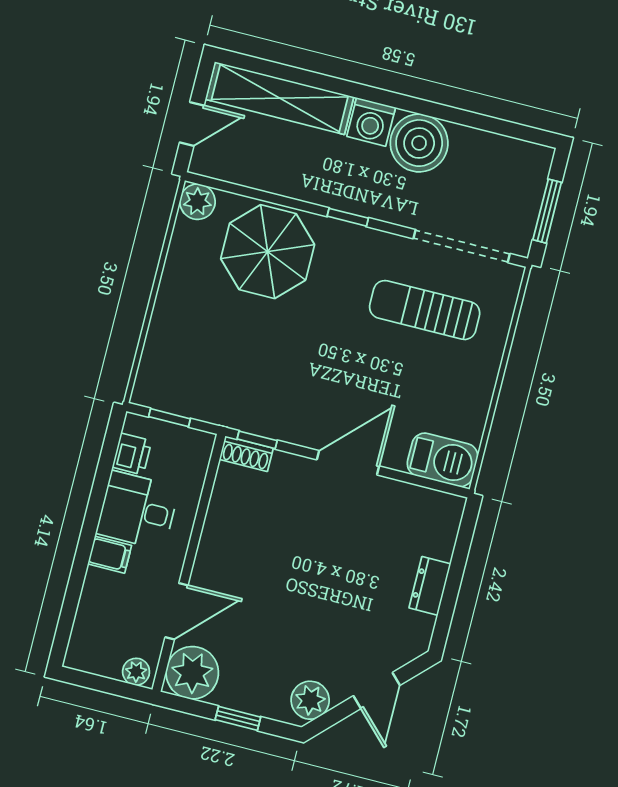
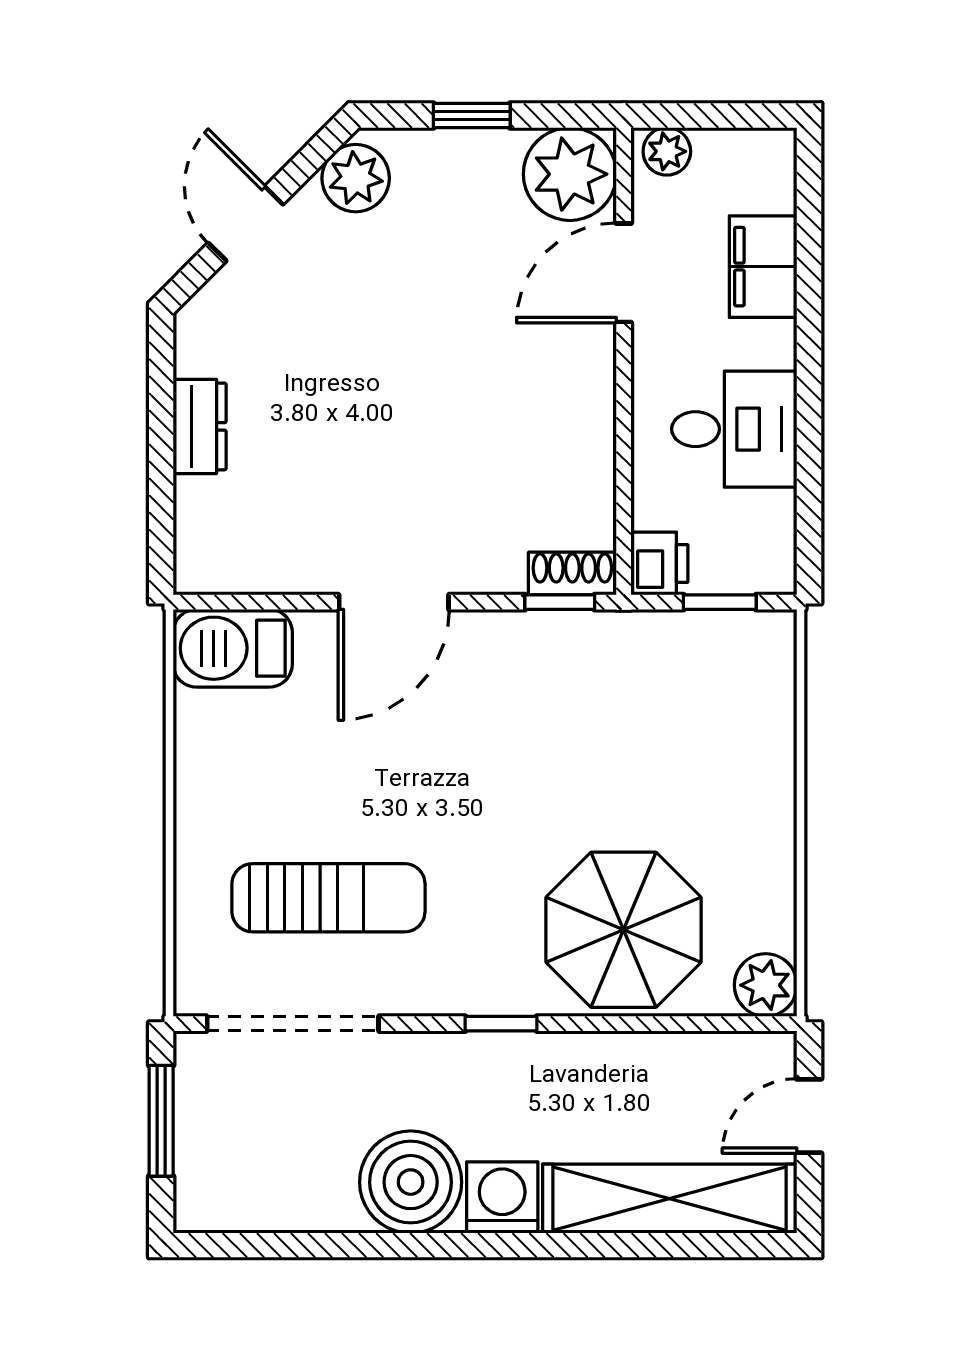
printer: (132, 454) -> (659, 563), moved, turned 180
filing cabinet: (110, 555) -> (763, 267), moved, width x2.00

